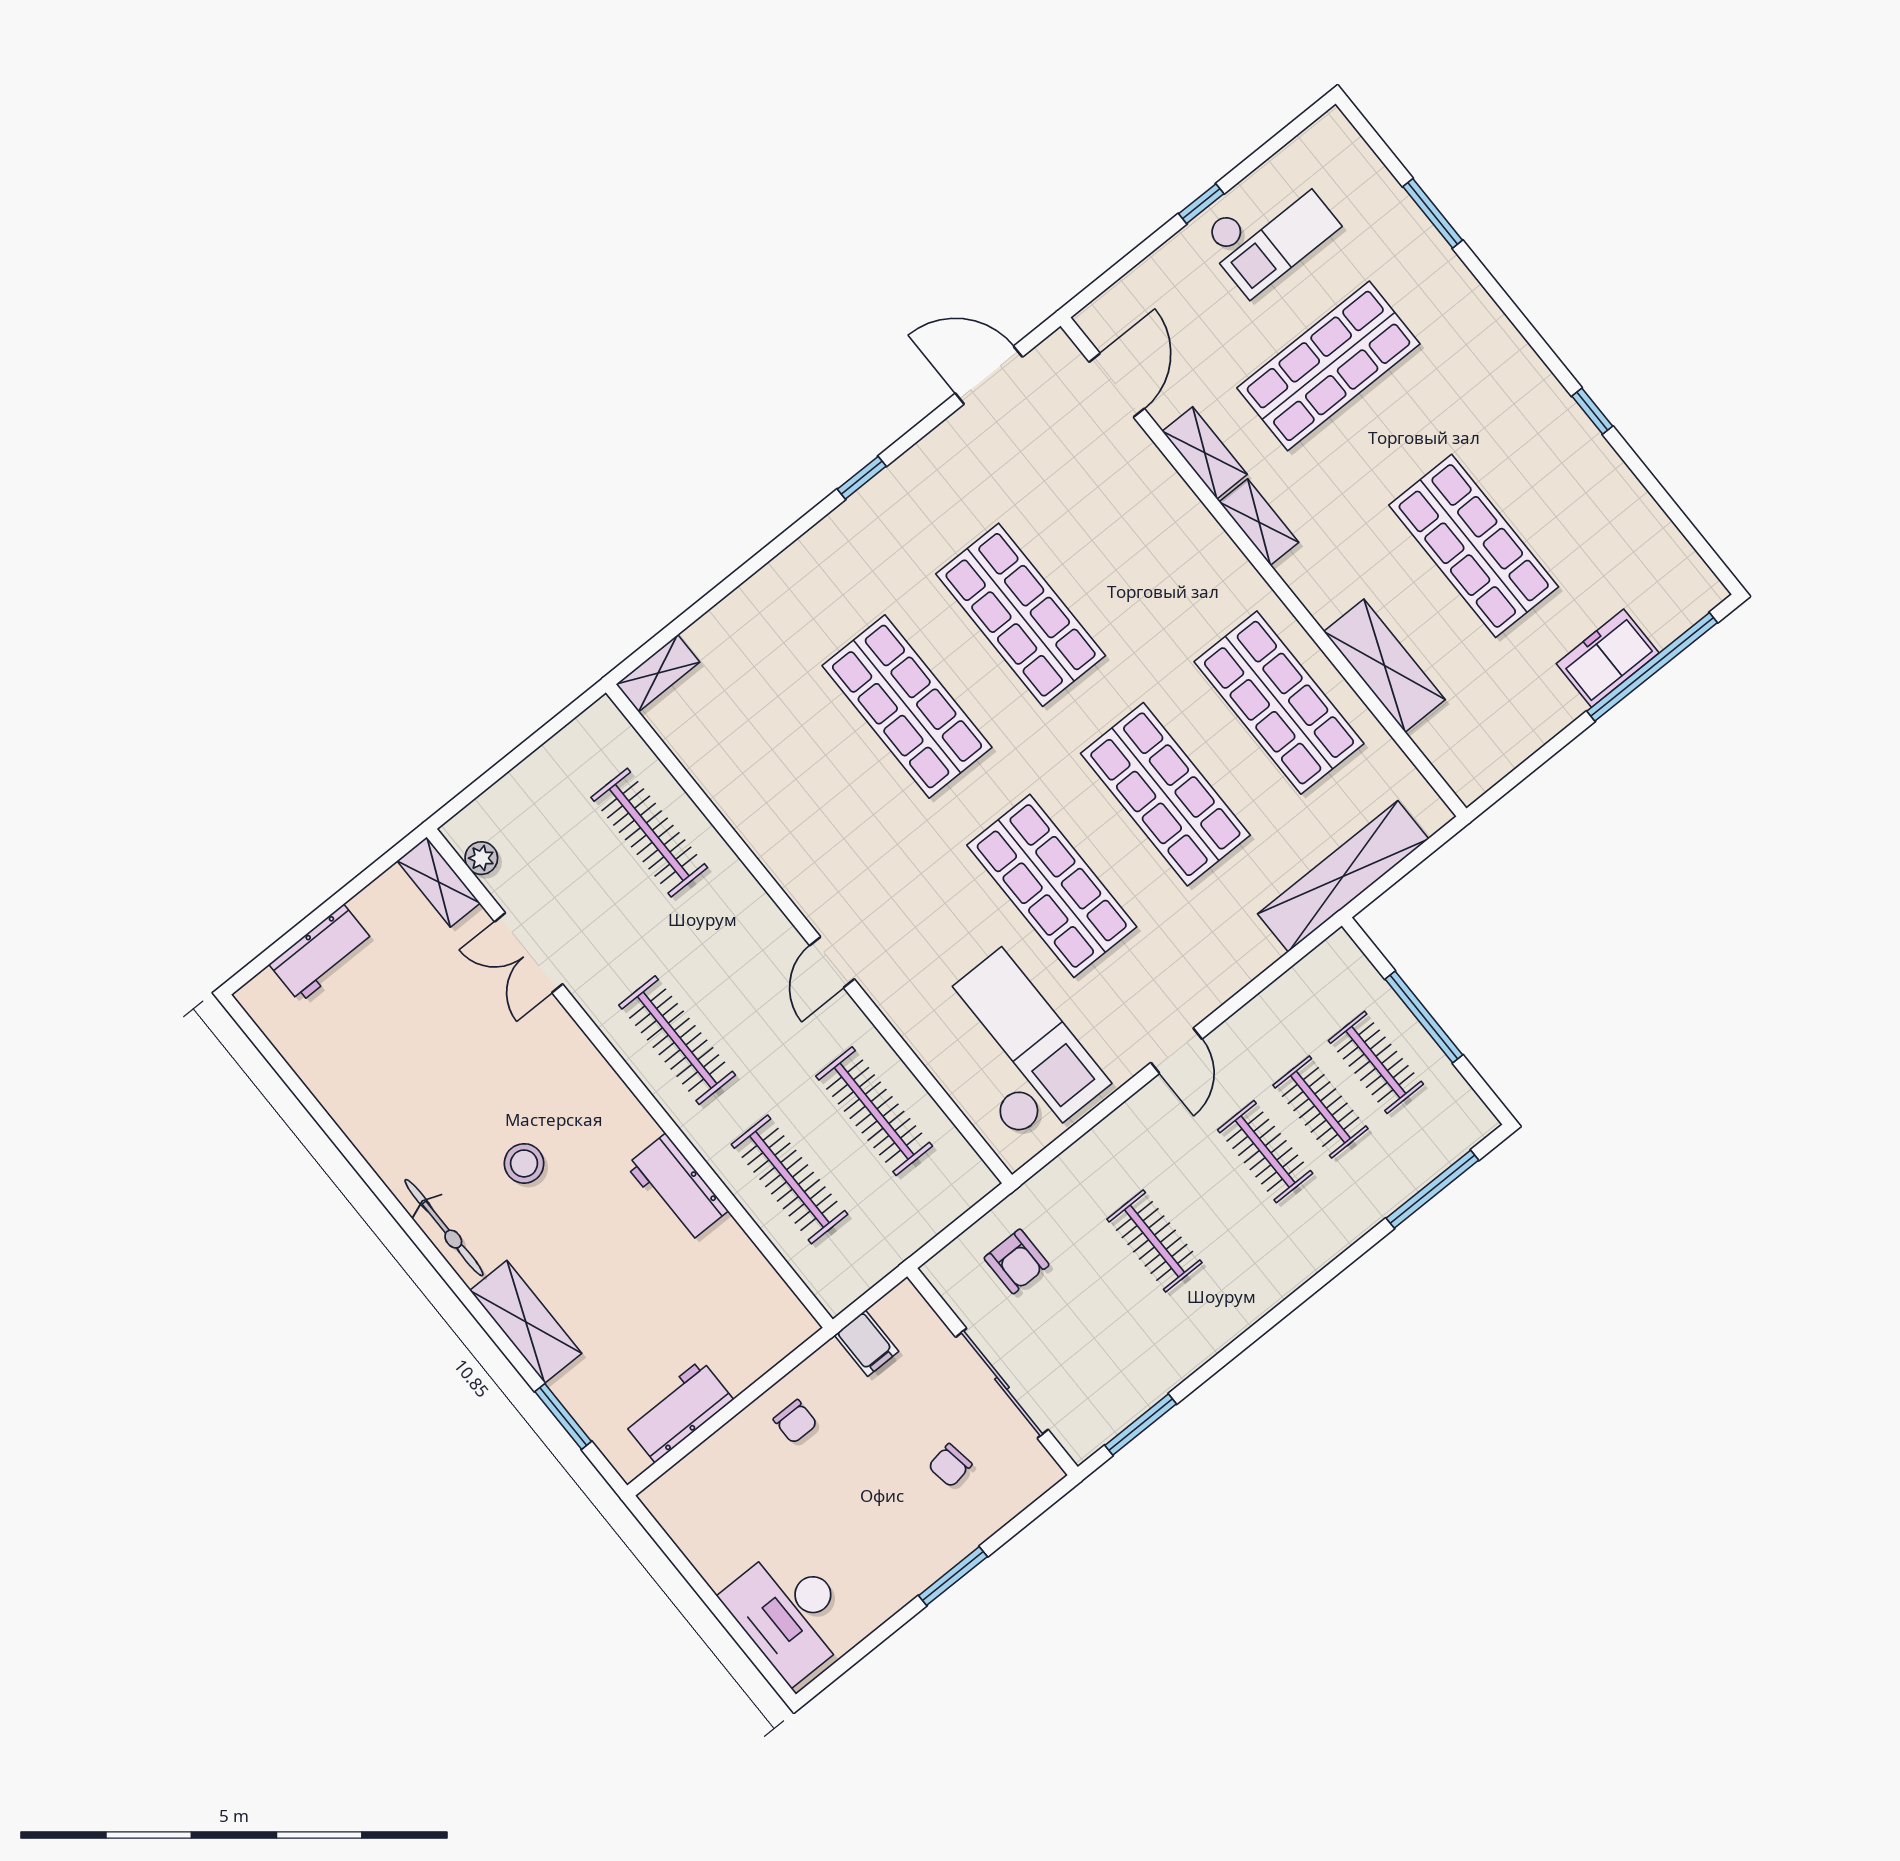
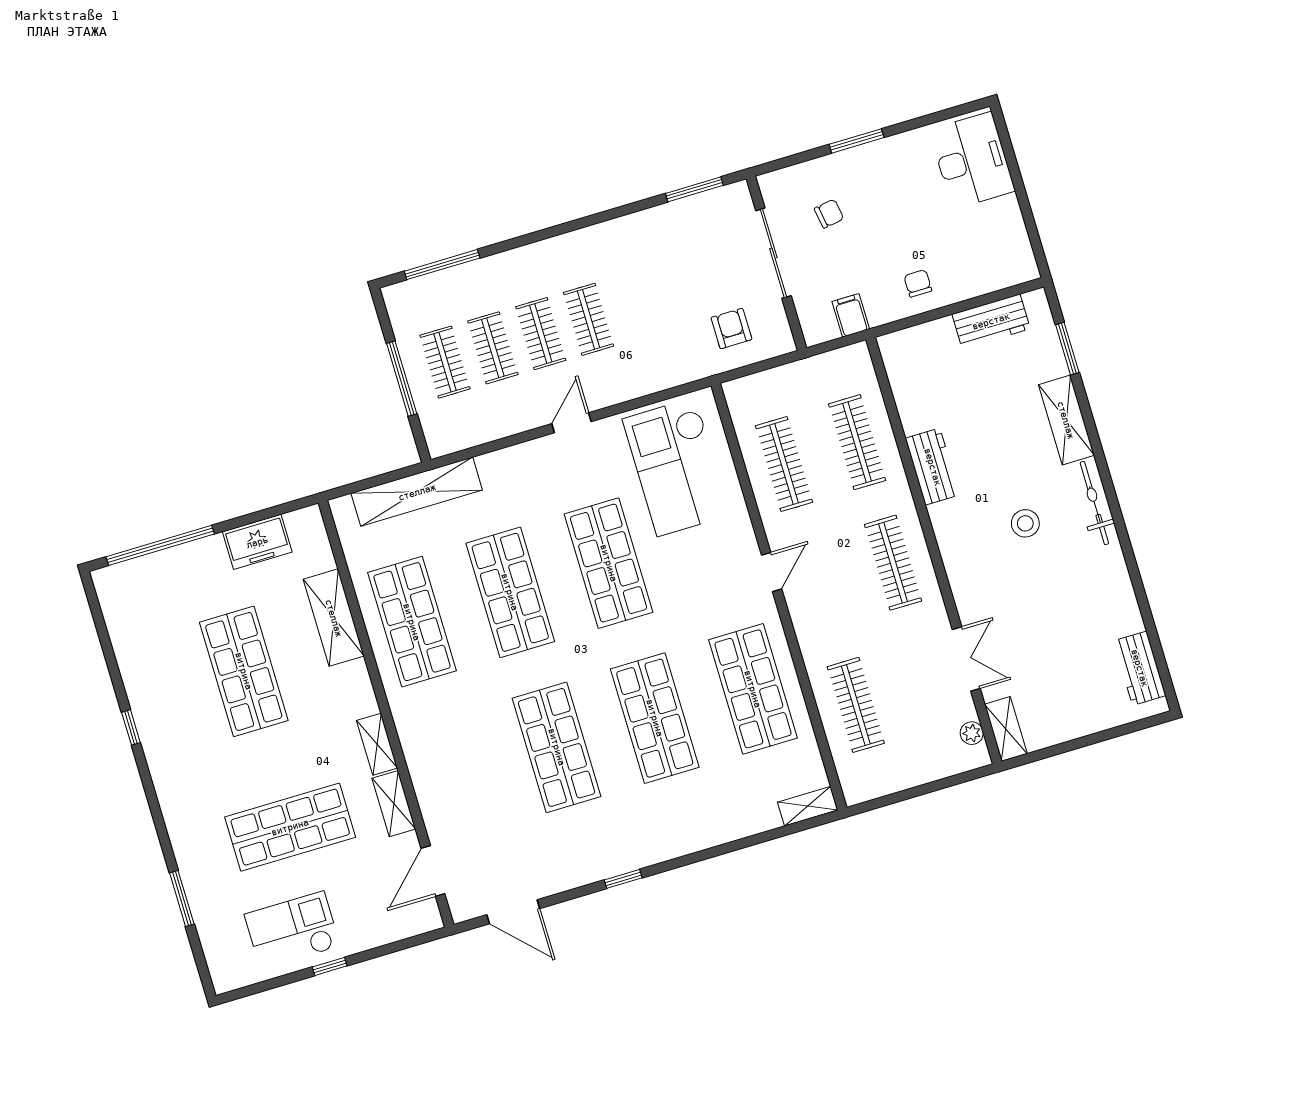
freezer: (1608, 658) -> (257, 542), moved
shop shelf: (793, 798) -> (753, 689), added
workbench: (322, 954) -> (1140, 668), moved, turned -90
clothes rail: (1154, 1241) -> (589, 319), moved

